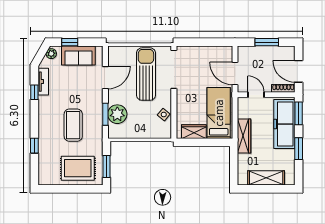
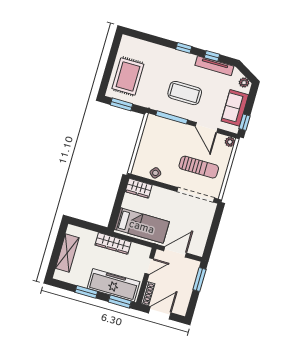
window: (70, 42) -> (245, 122), moved
window: (267, 42) -> (199, 279), moved
sun lounger: (146, 74) -> (199, 167), width x0.73, depth x0.75
tv unit: (43, 82) -> (214, 66), width x1.41
window: (105, 114) -> (172, 117), width x1.44
plant: (117, 114) -> (230, 142), moved, width x0.53, depth x0.53
coffee table: (73, 125) -> (185, 93), moved
wardrobe: (194, 132) -> (139, 188), moved, turned 90
window: (34, 146) -> (184, 48), moved

